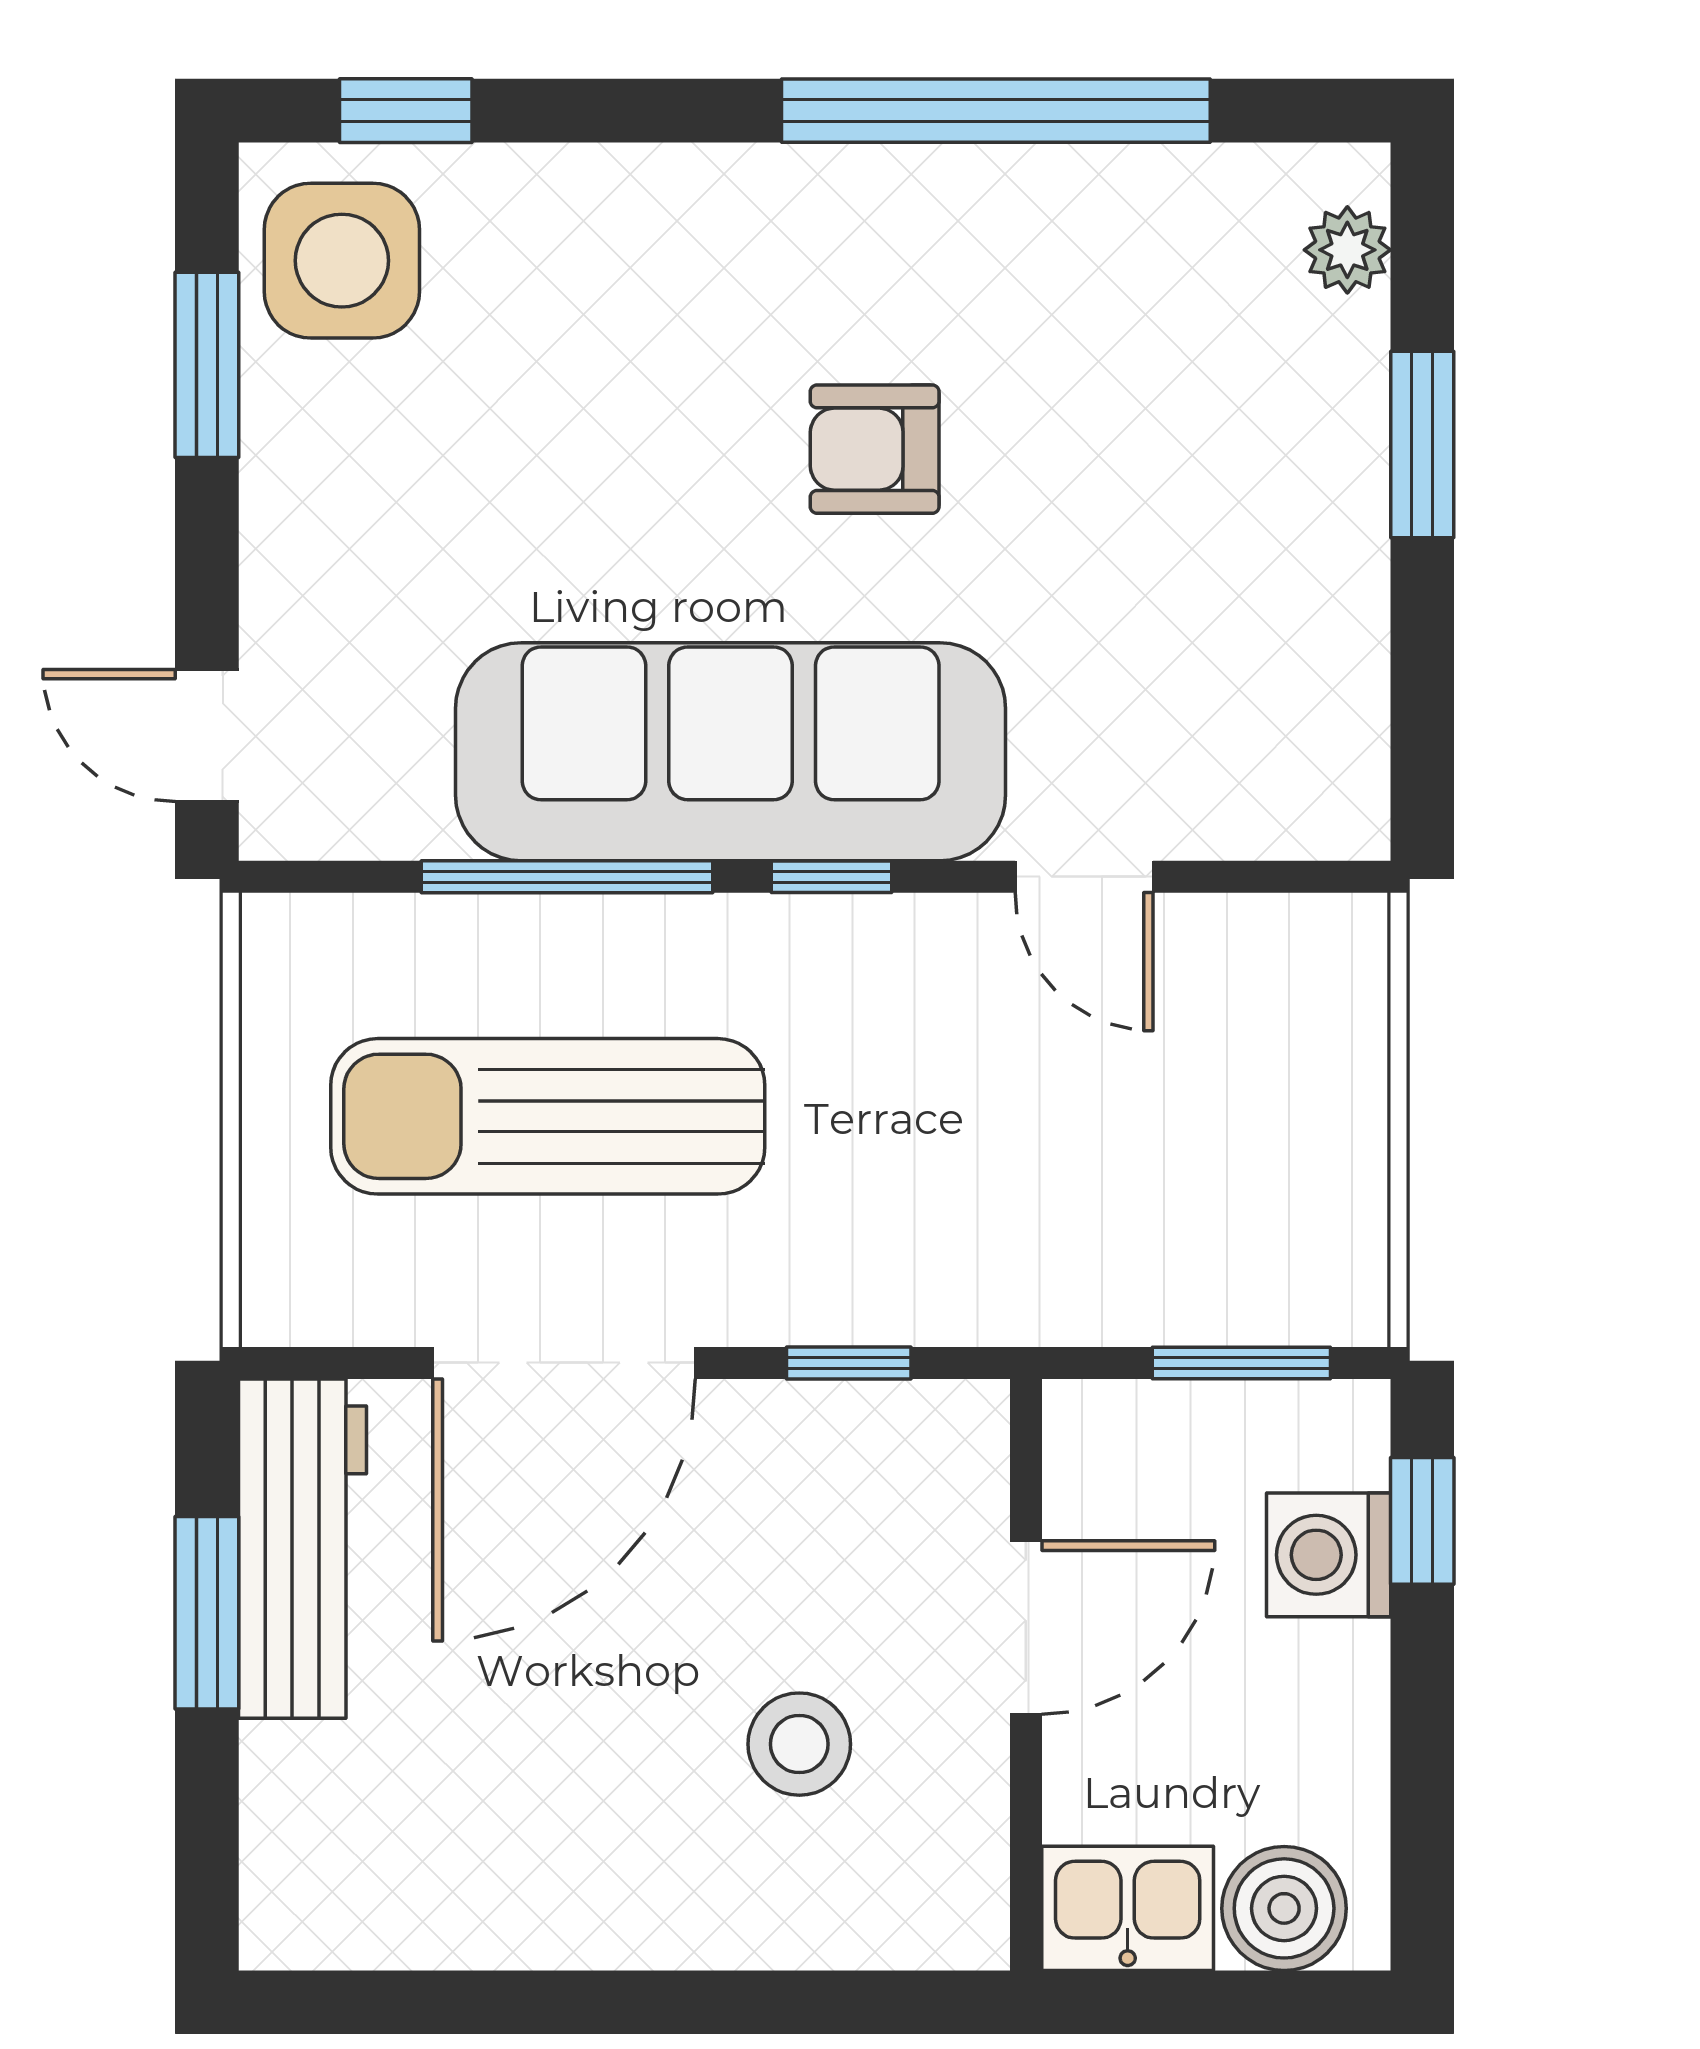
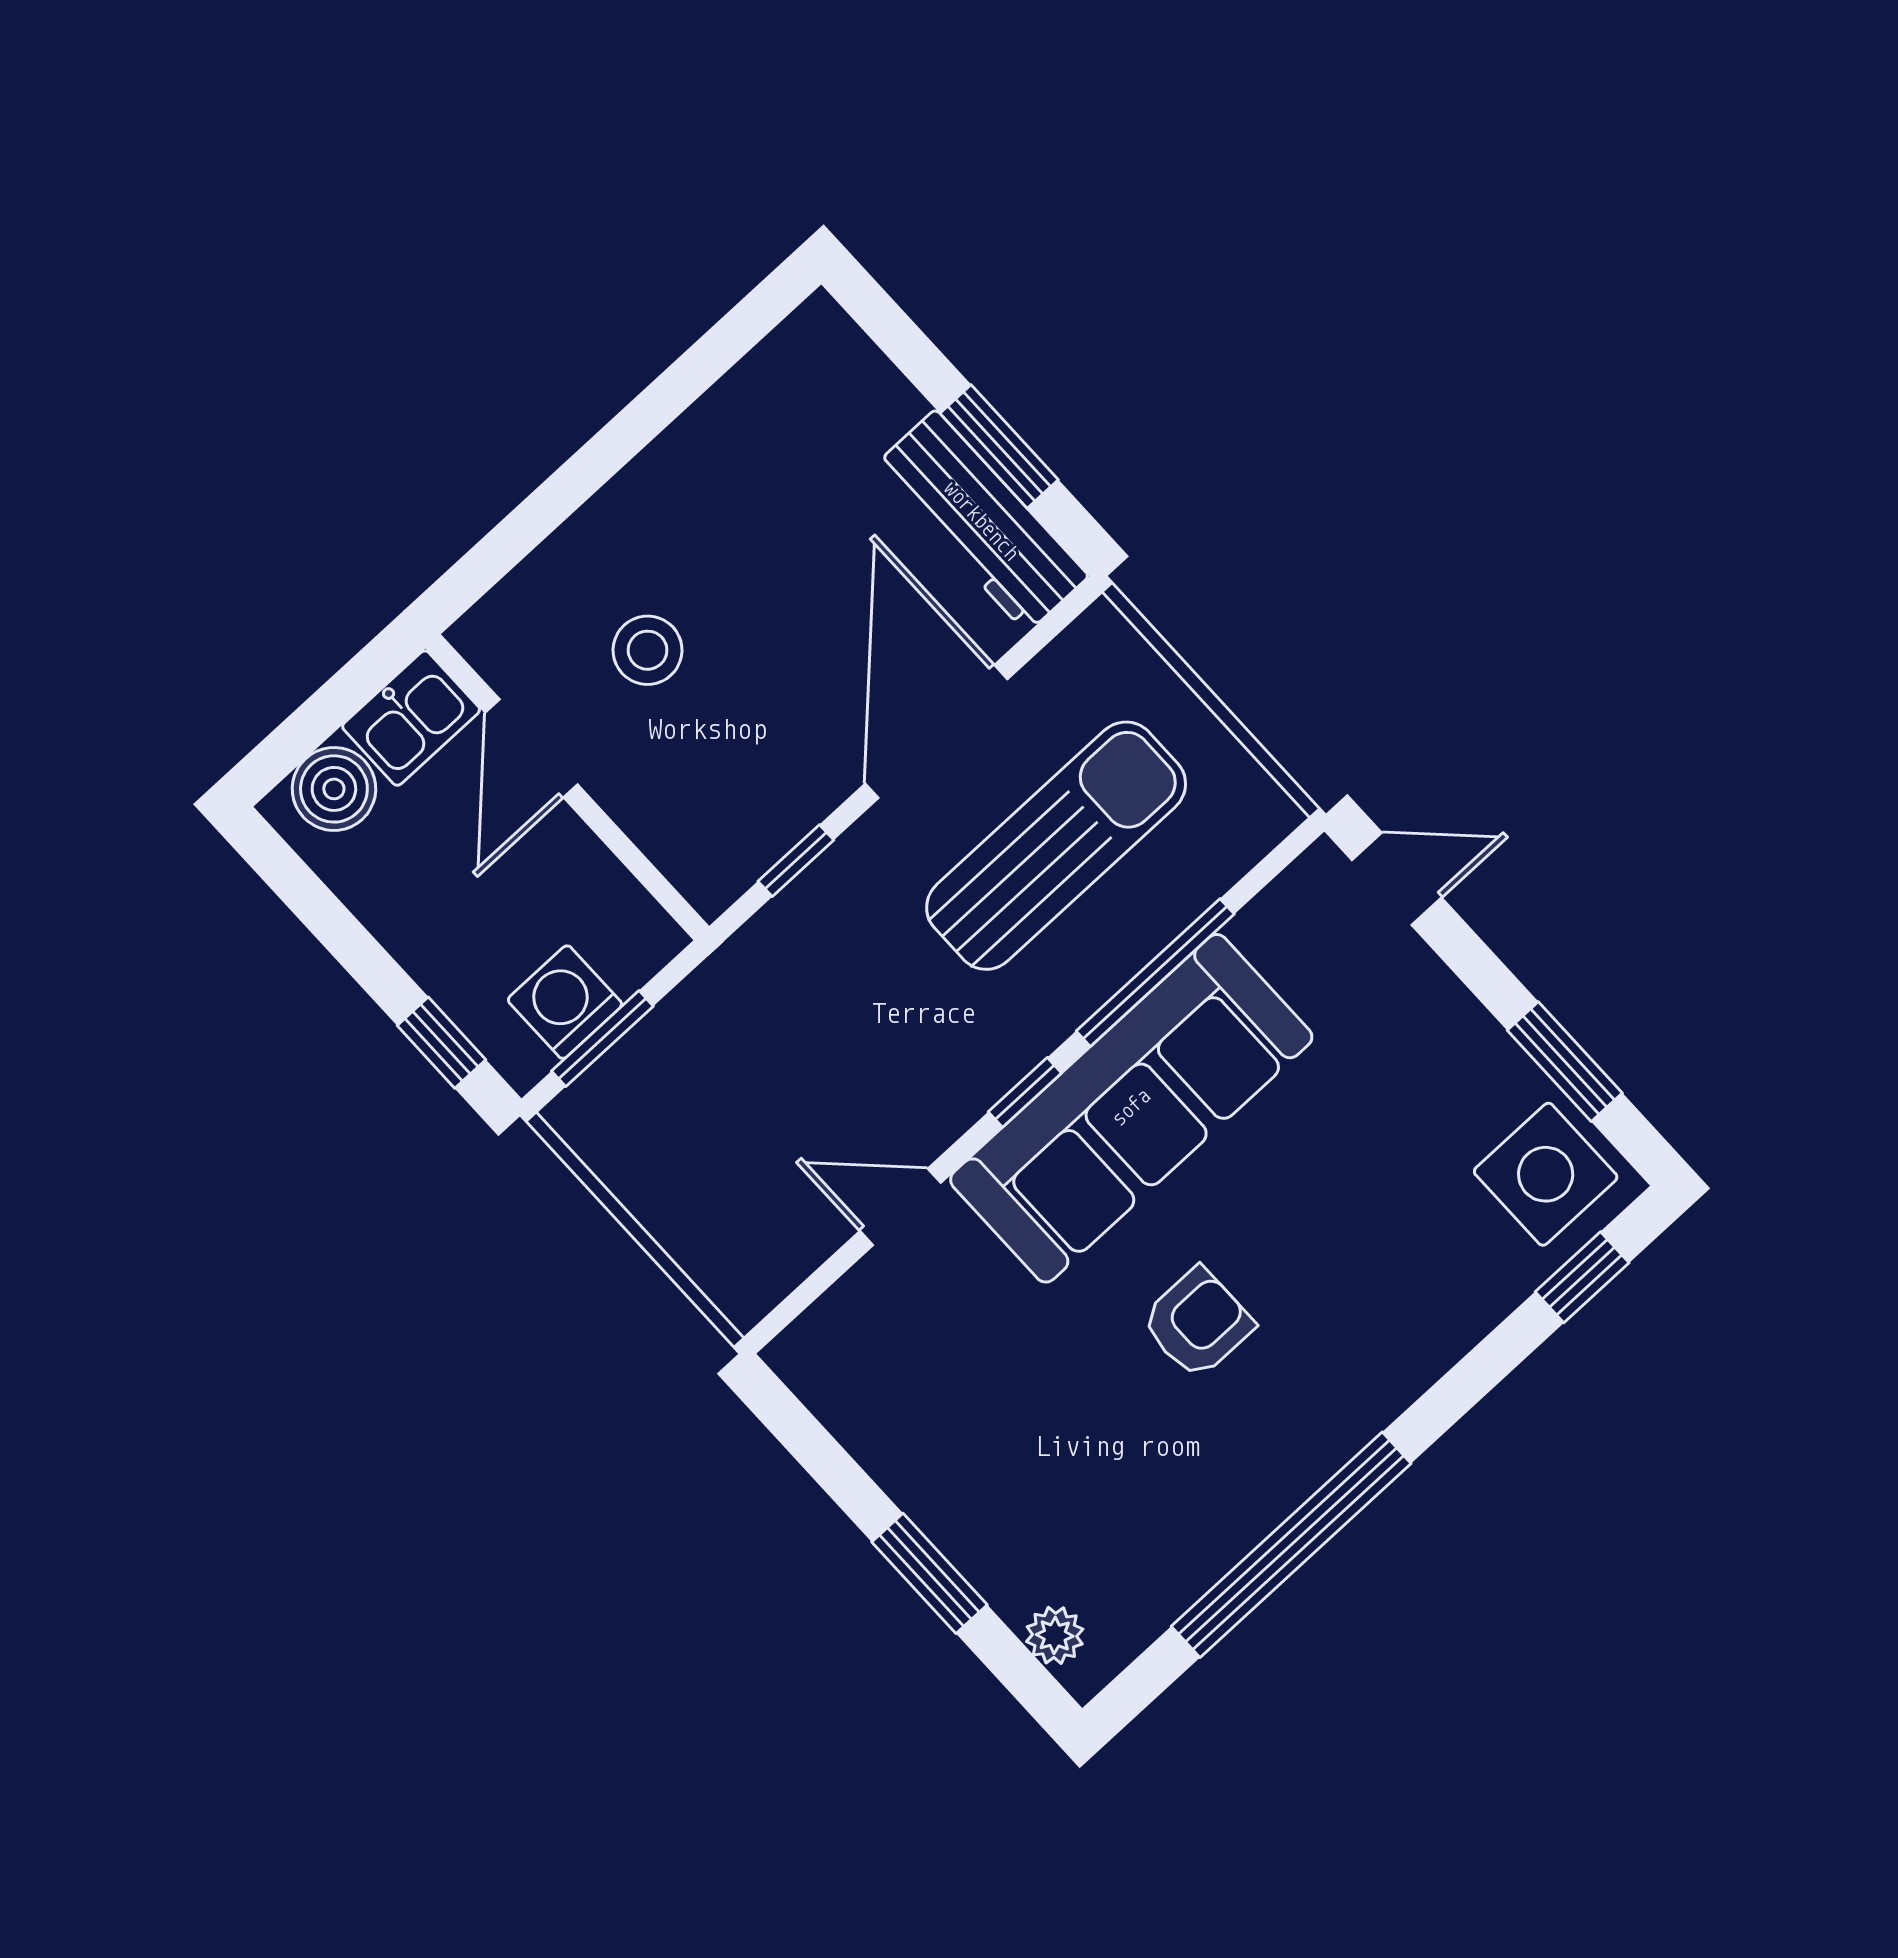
washing machine: (1329, 1555) -> (565, 1002), moved, turned -90
door: (1026, 1627) -> (531, 748), moved

